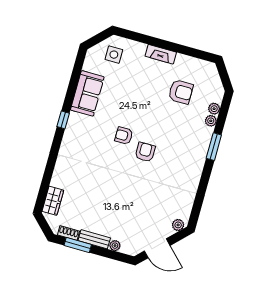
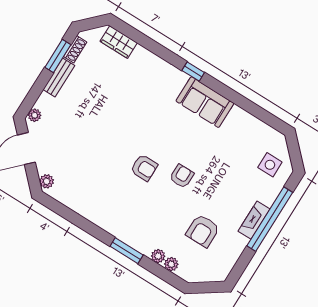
window: (156, 42) -> (270, 219), added
sofa: (87, 93) -> (205, 102), moved
window: (63, 120) -> (193, 71), moved
armchair: (124, 136) -> (182, 176), moved
plant: (115, 246) -> (35, 115), moved

